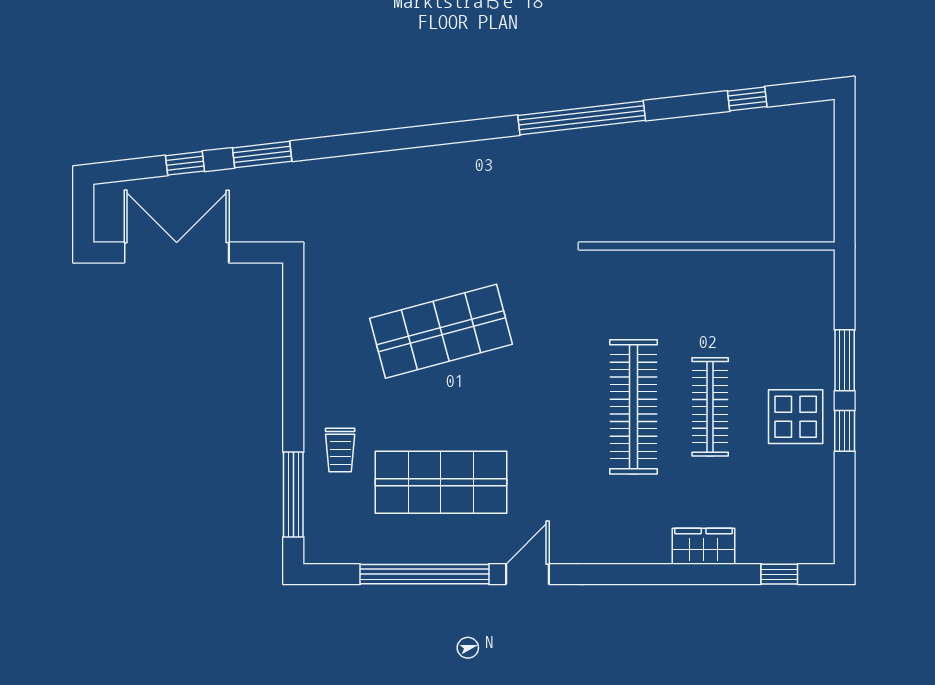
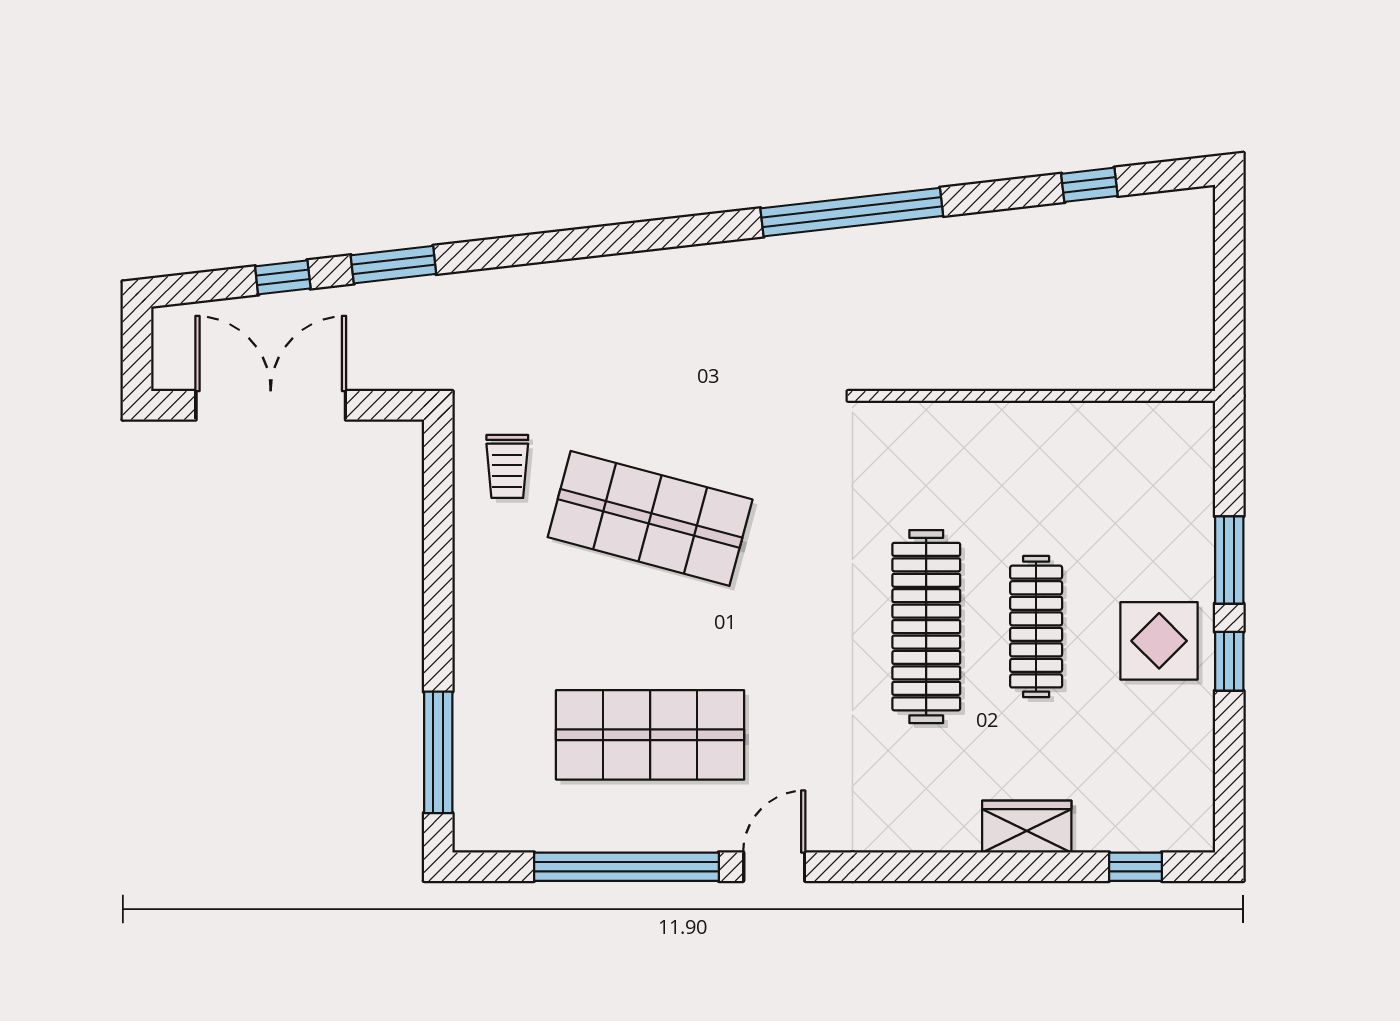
shop shelf: (441, 331) -> (650, 518), turned 30
trolley: (340, 450) -> (507, 466), moved

